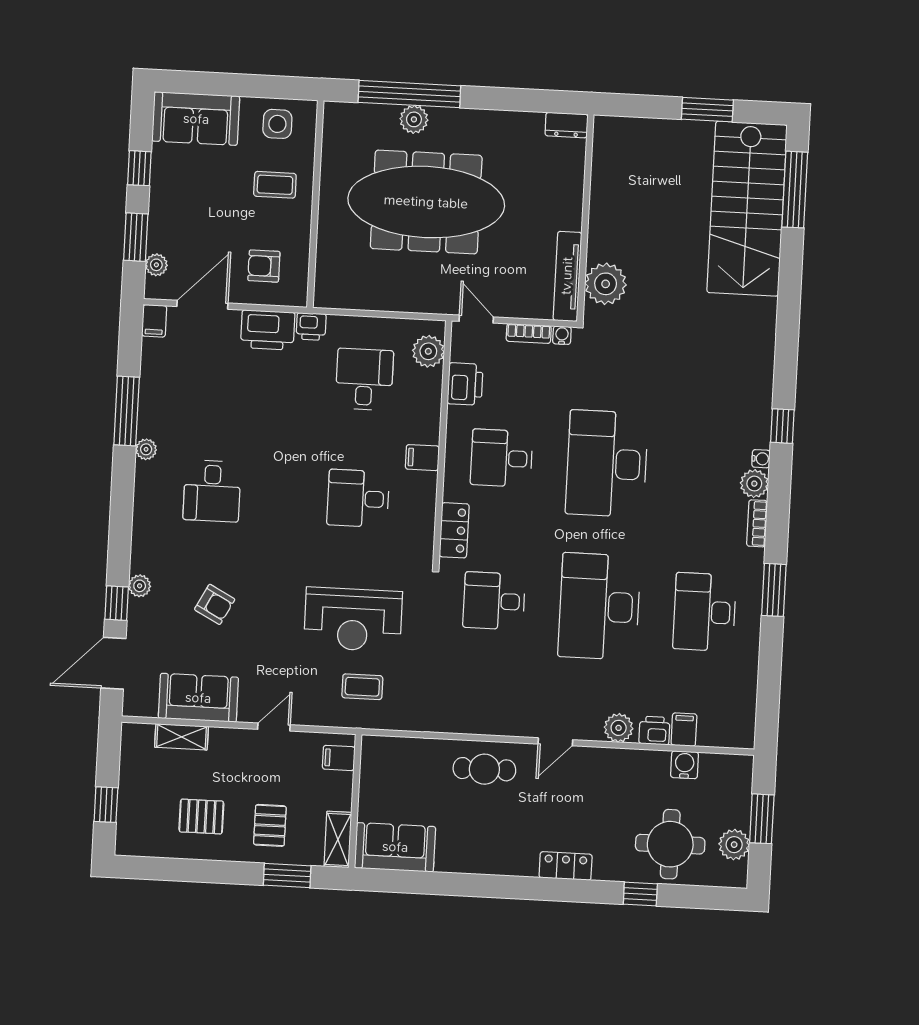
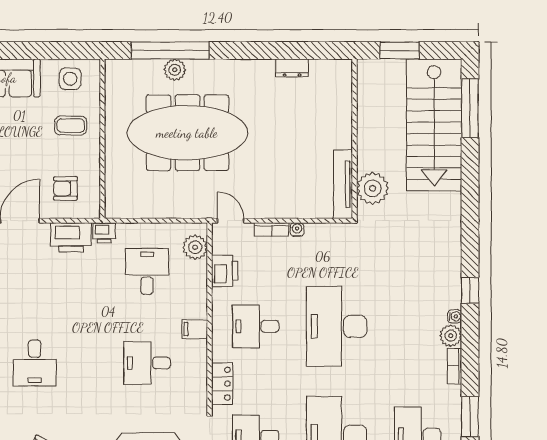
wall: (585, 218) -> (354, 139), moved
tv unit: (567, 276) -> (343, 184), moved
plant: (606, 284) -> (373, 188), moved

